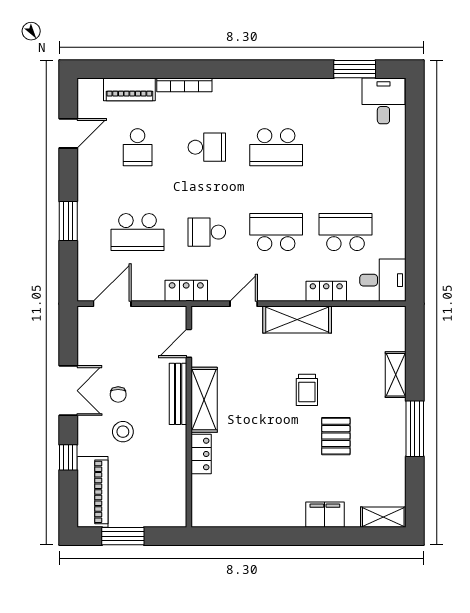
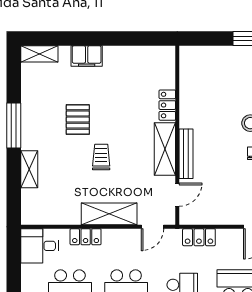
door: (189, 343) -> (177, 195), moved
bench: (178, 394) -> (186, 154), moved
shelving: (204, 400) -> (165, 149), moved
wall: (189, 417) -> (177, 135), moved
locker: (201, 454) -> (167, 105), moved

